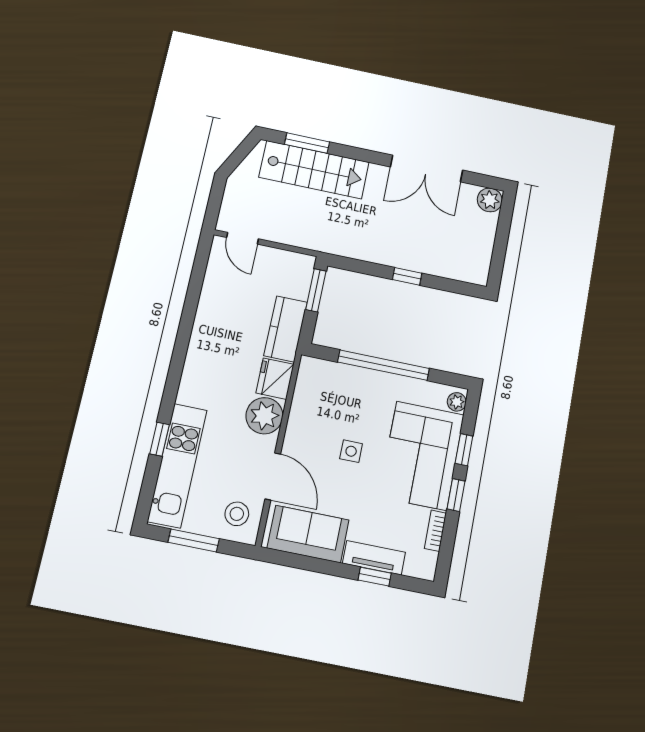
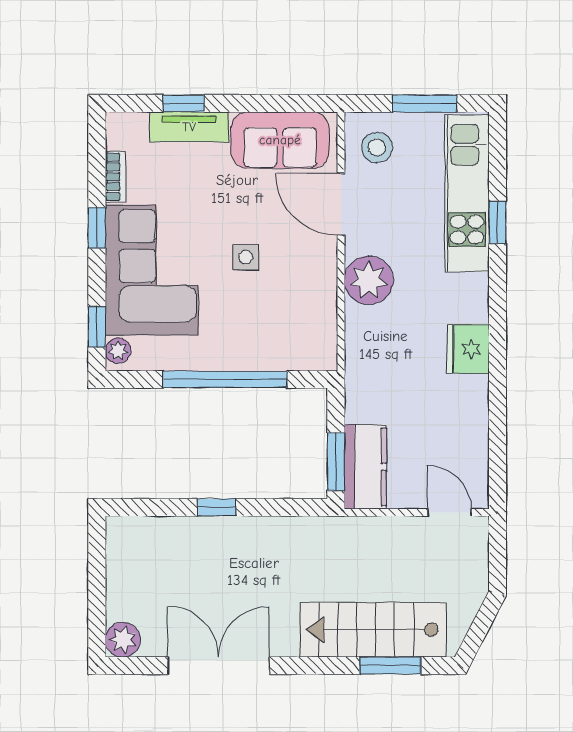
kitchen counter: (286, 329) -> (365, 467), moved
fridge: (275, 379) -> (468, 349), moved, turned 180
window: (464, 450) -> (97, 327), moved

